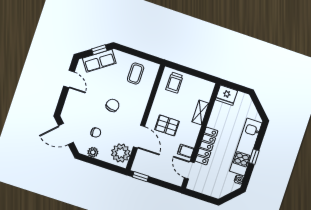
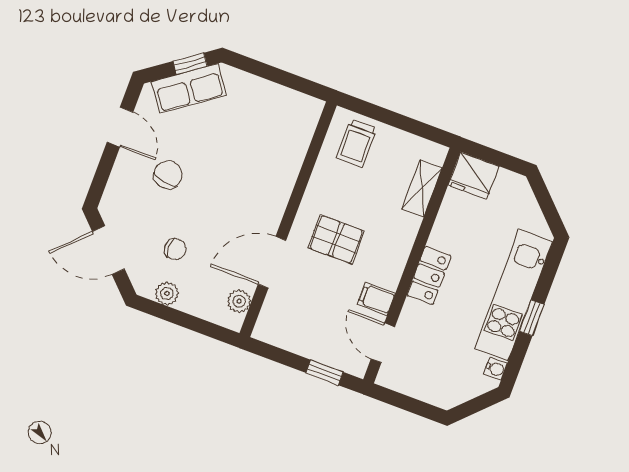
coffee table: (136, 74) -> (269, 120), removed
chair: (113, 105) -> (168, 175), moved
shelving: (200, 113) -> (422, 188), moved
door: (139, 137) -> (272, 262), swing flipped
locker: (206, 146) -> (429, 276), width x0.66
plant: (121, 153) -> (239, 301), width x0.53, depth x0.53
window: (140, 177) -> (325, 372), moved

